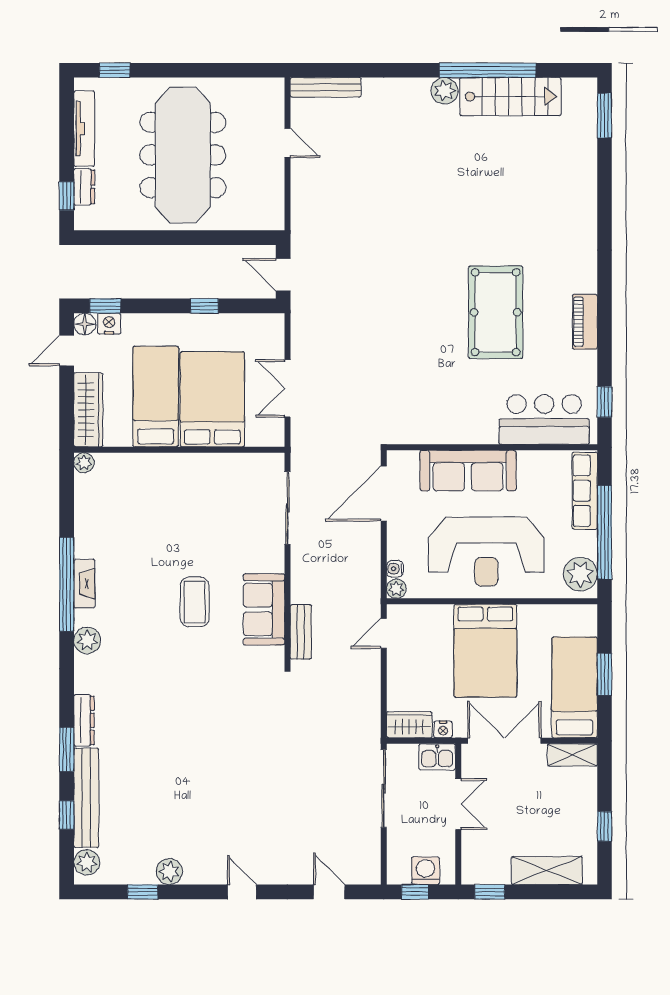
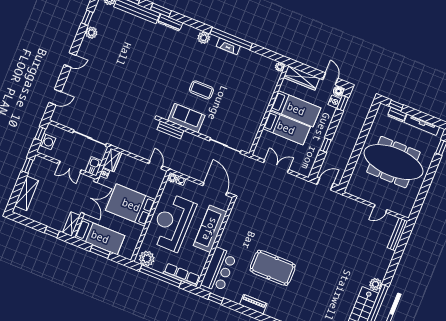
bed: (212, 399) -> (286, 128), width x0.67
window: (604, 826) -> (52, 232), moved

